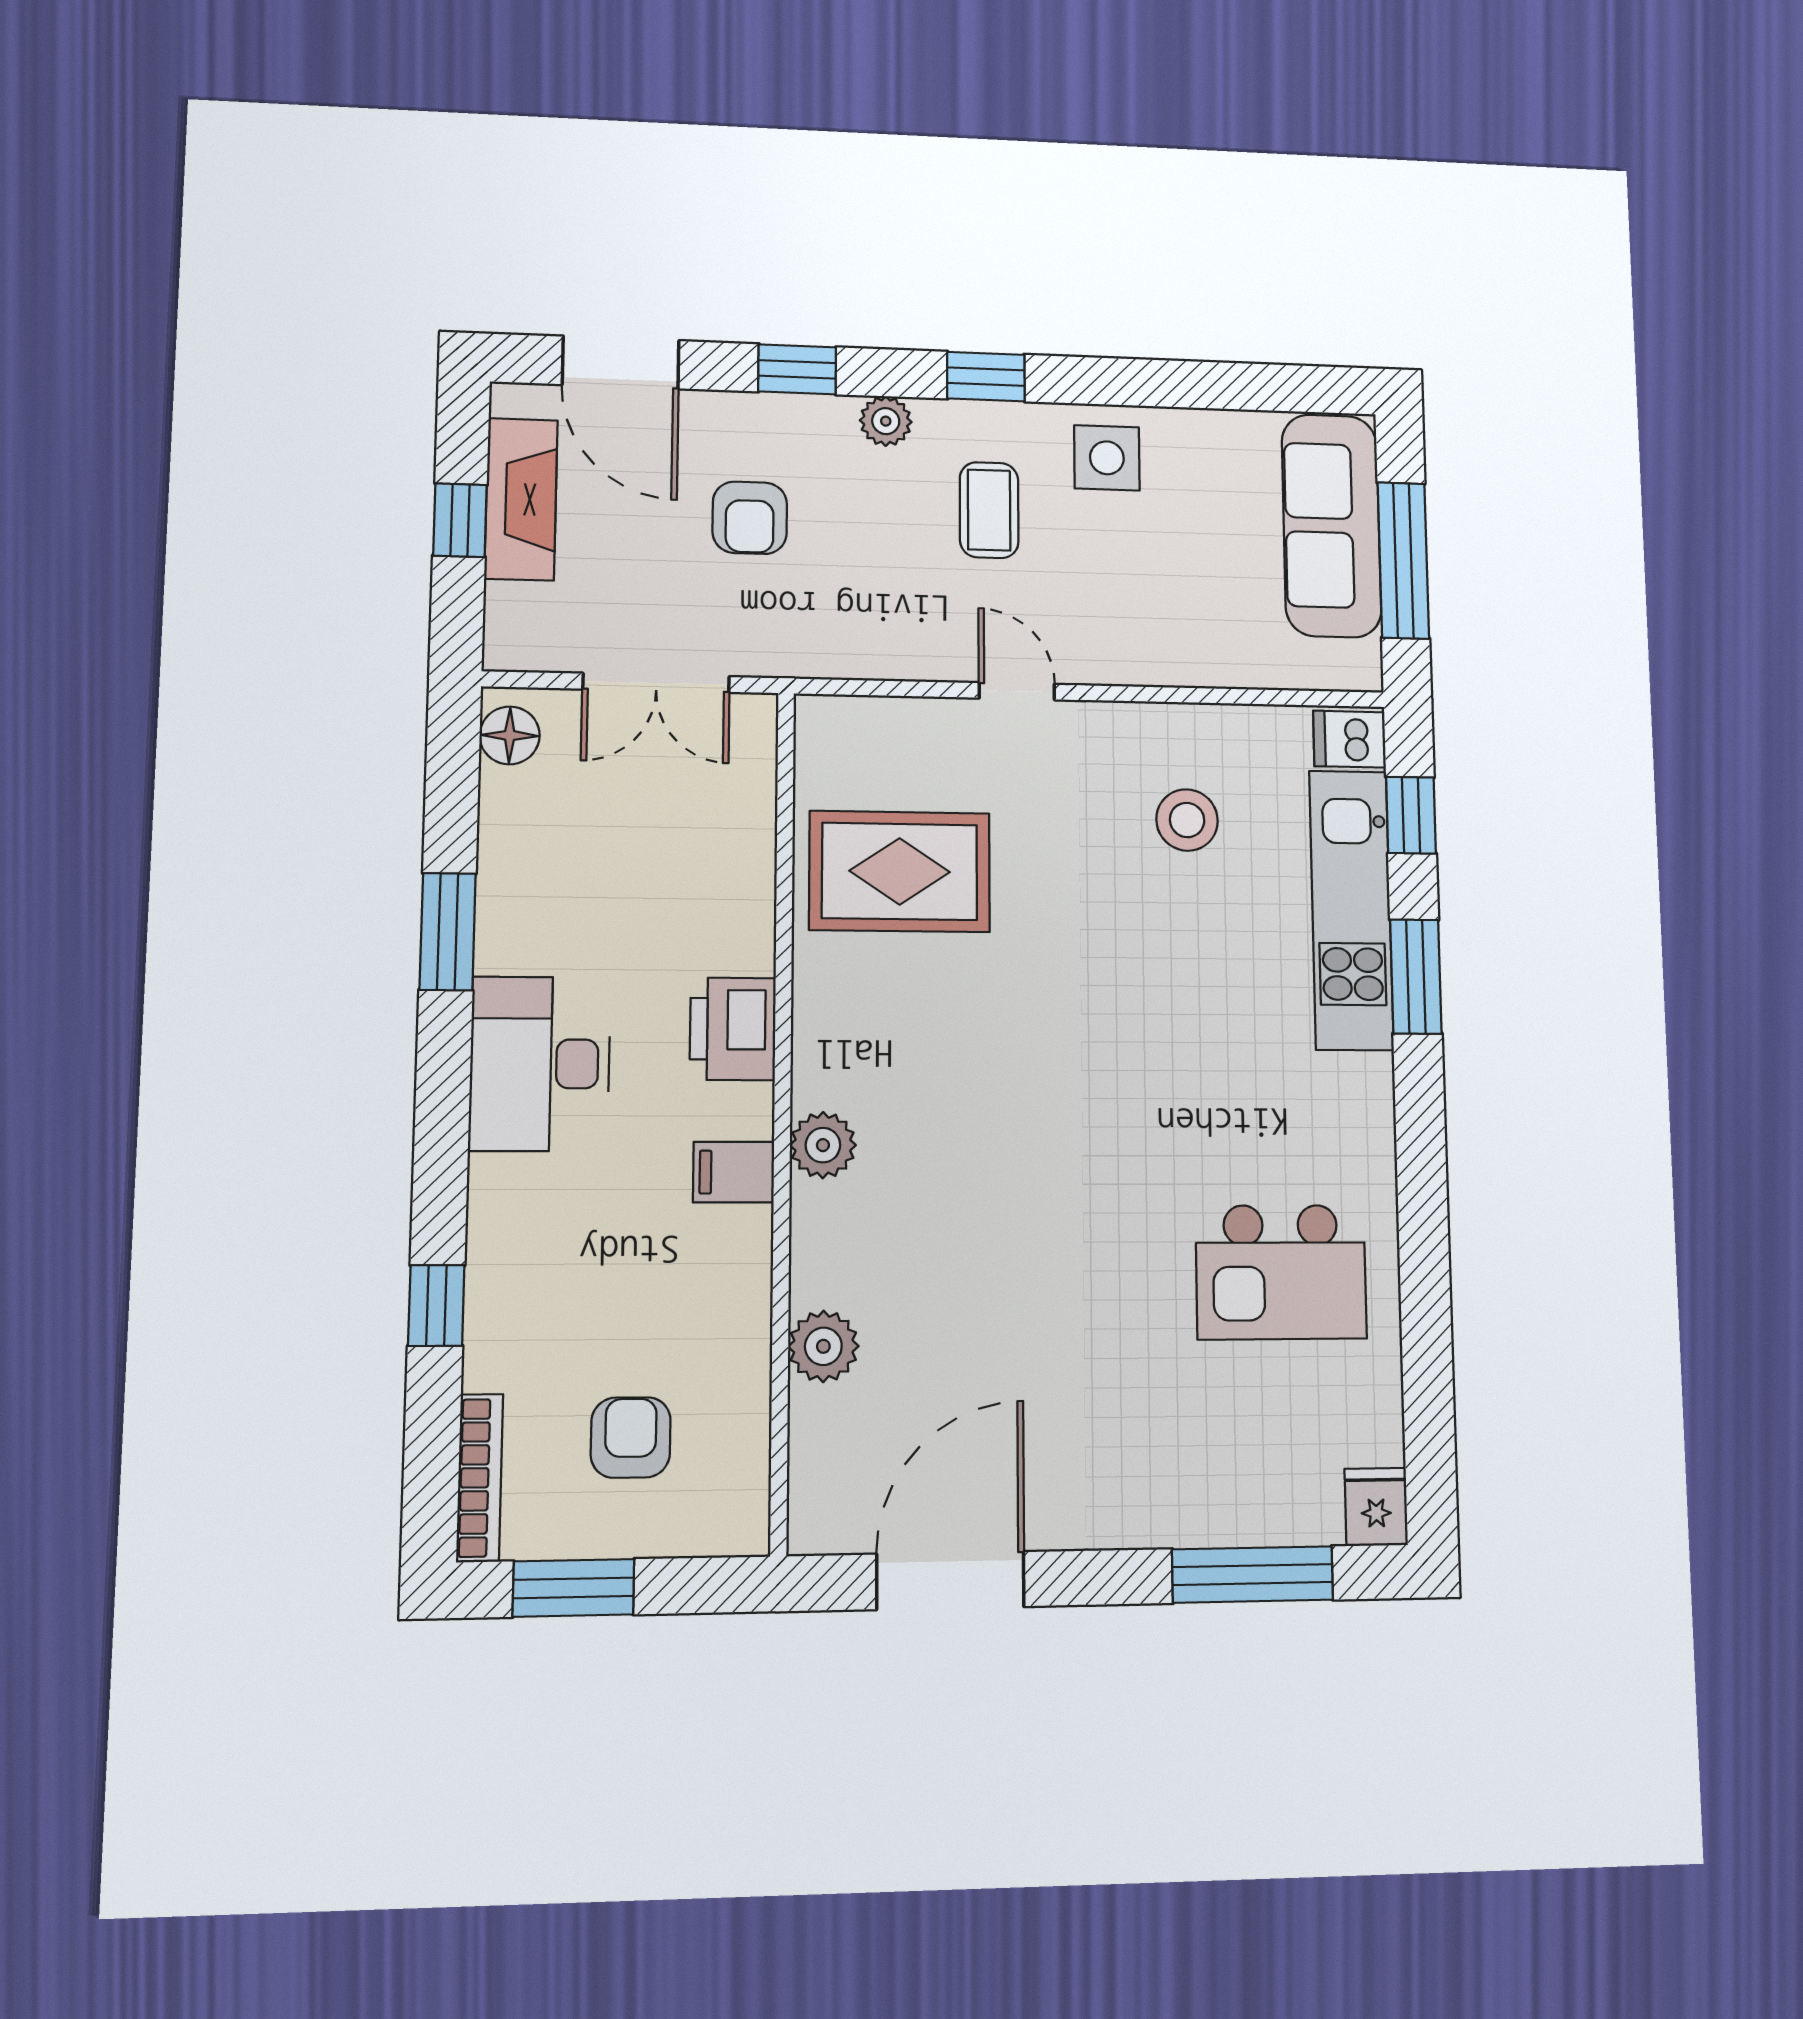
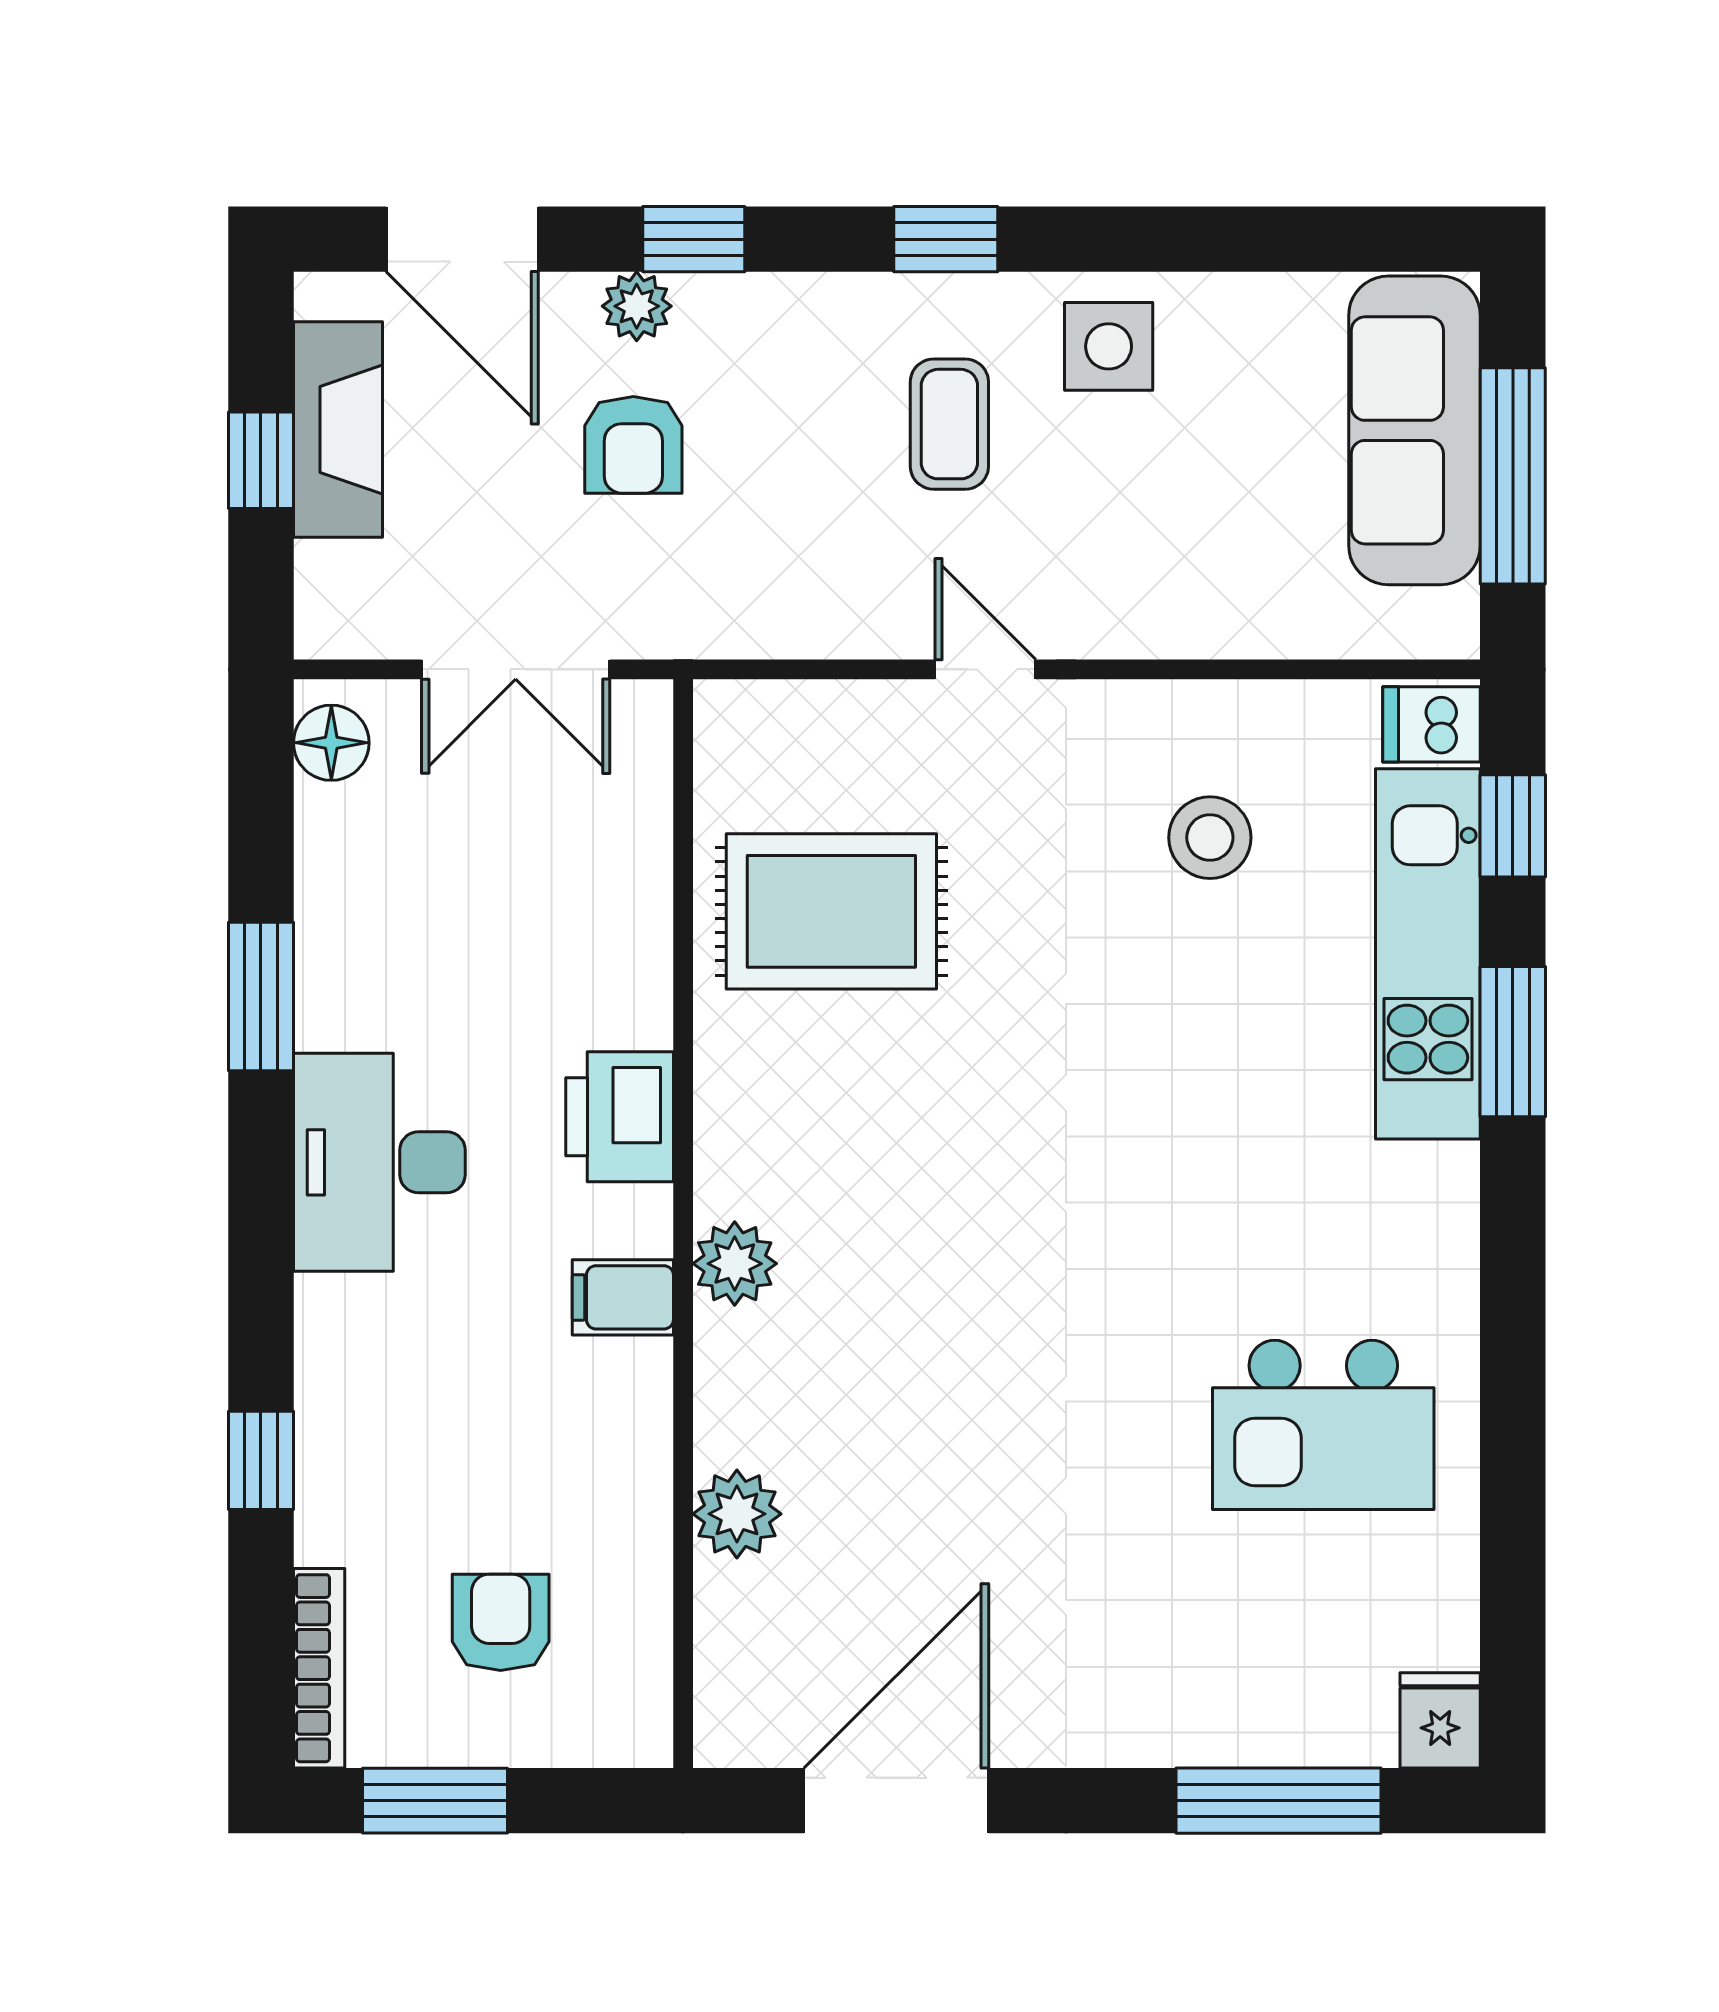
plant: (886, 421) -> (637, 306), moved

